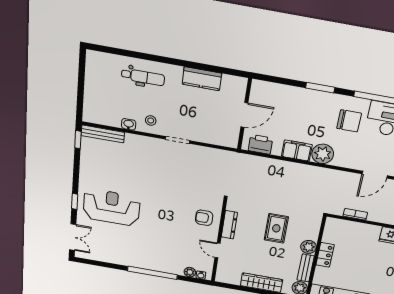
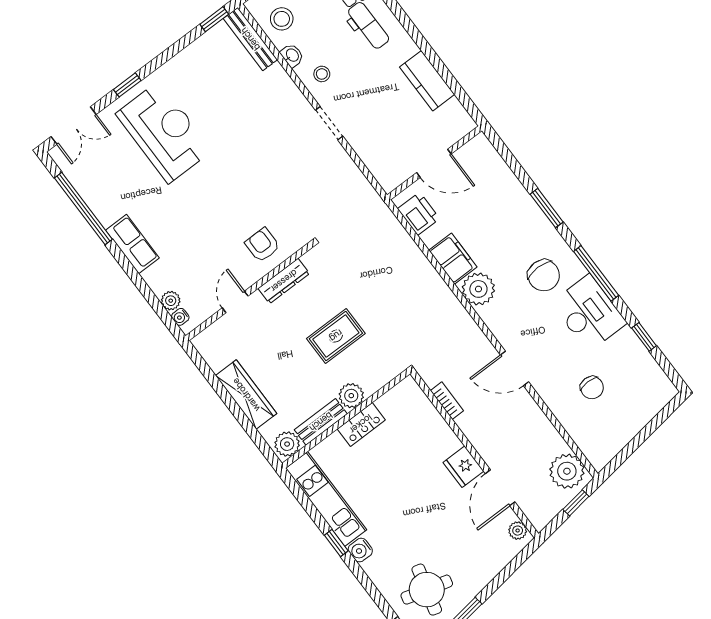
stool: (106, 112) -> (282, 19), added
row of seats: (150, 263) -> (132, 244), added
window: (152, 273) -> (83, 209), moved

